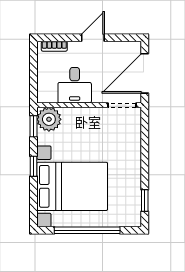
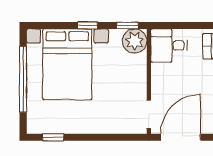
door: (145, 73) -> (181, 137), hinge flipped
desk: (75, 85) -> (169, 46), moved

